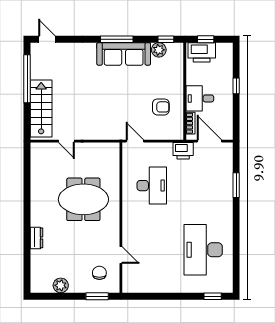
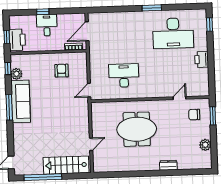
desk: (200, 98) -> (47, 25), moved, turned 180
printer: (183, 151) -> (202, 59), moved, turned 180
window: (236, 185) -> (152, 8), moved
meeting table: (83, 199) -> (137, 129), turned 90

